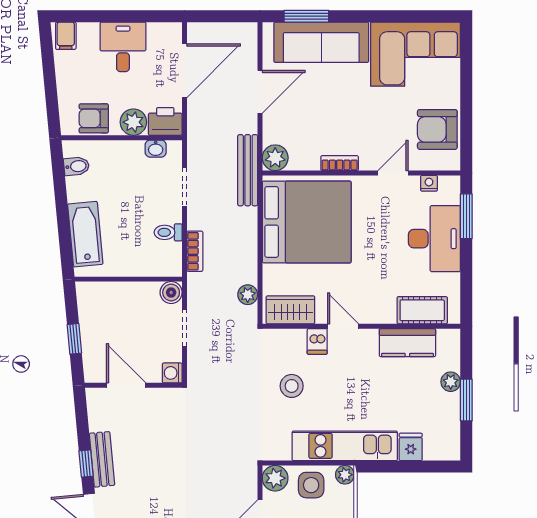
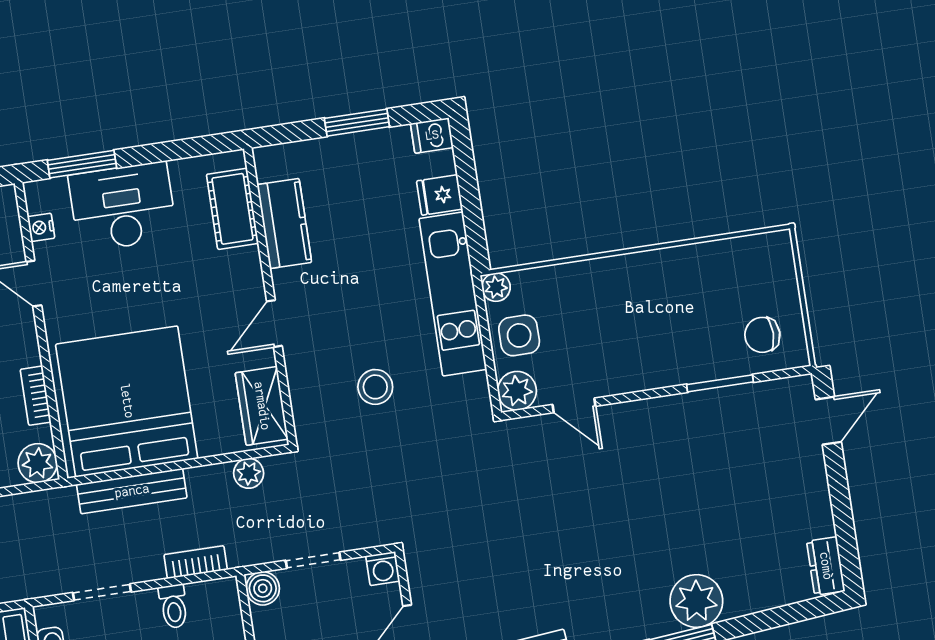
bookcase: (340, 163) -> (36, 396), moved
bench: (248, 170) -> (132, 491), moved
dishwasher: (317, 341) -> (432, 135), moved, turned 180
plant: (451, 382) -> (333, 150), removed

